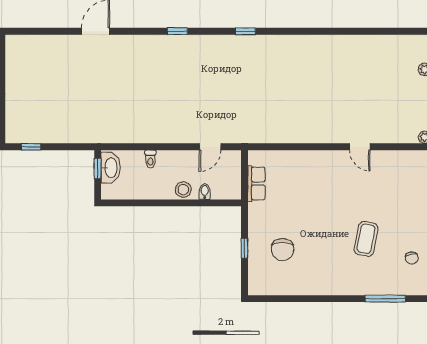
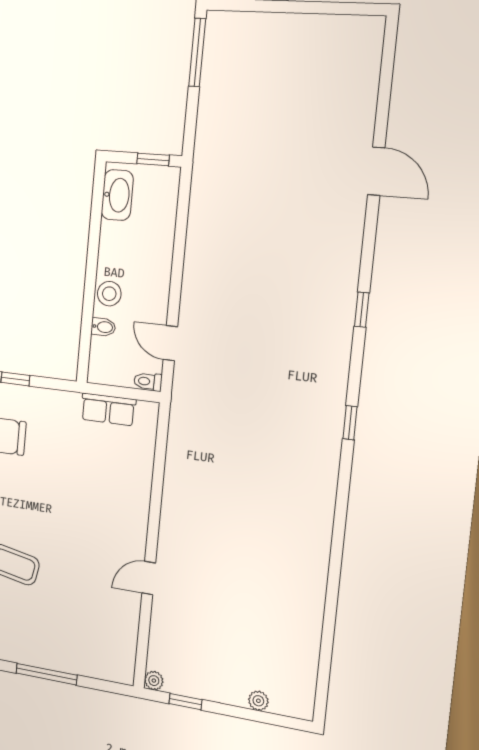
window: (31, 147) -> (197, 52), width x2.17
toilet: (150, 159) -> (148, 382), moved
washbasin: (110, 168) -> (117, 195), moved, turned -90

